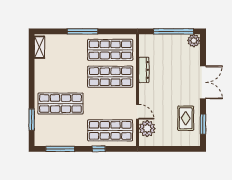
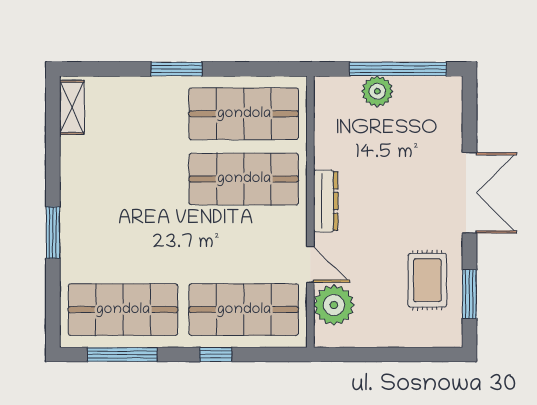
window: (82, 31) -> (177, 69), width x0.69
plant: (194, 41) -> (377, 91), moved
dresser: (144, 70) -> (326, 201), moved
shop shelf: (60, 104) -> (123, 310), moved
window: (32, 120) -> (53, 233), moved

